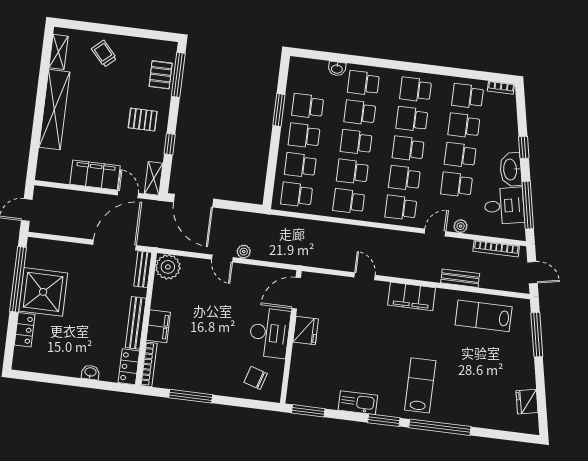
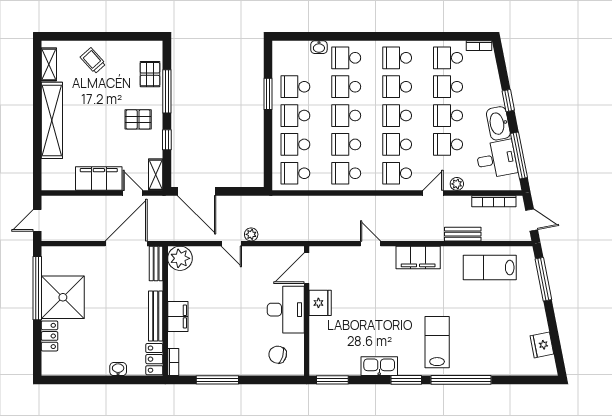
window: (178, 75) -> (167, 91), moved
bookcase: (149, 364) -> (173, 362), width x0.64

